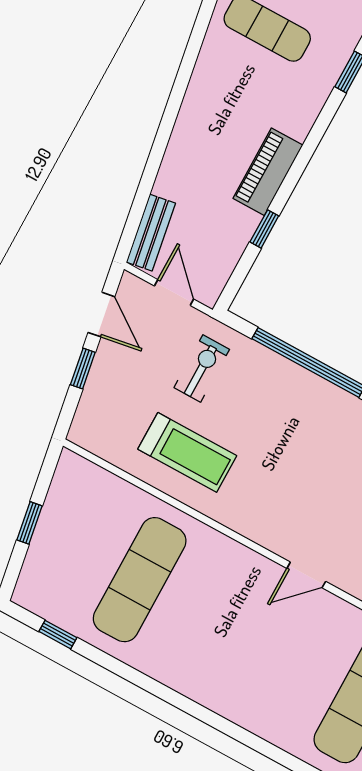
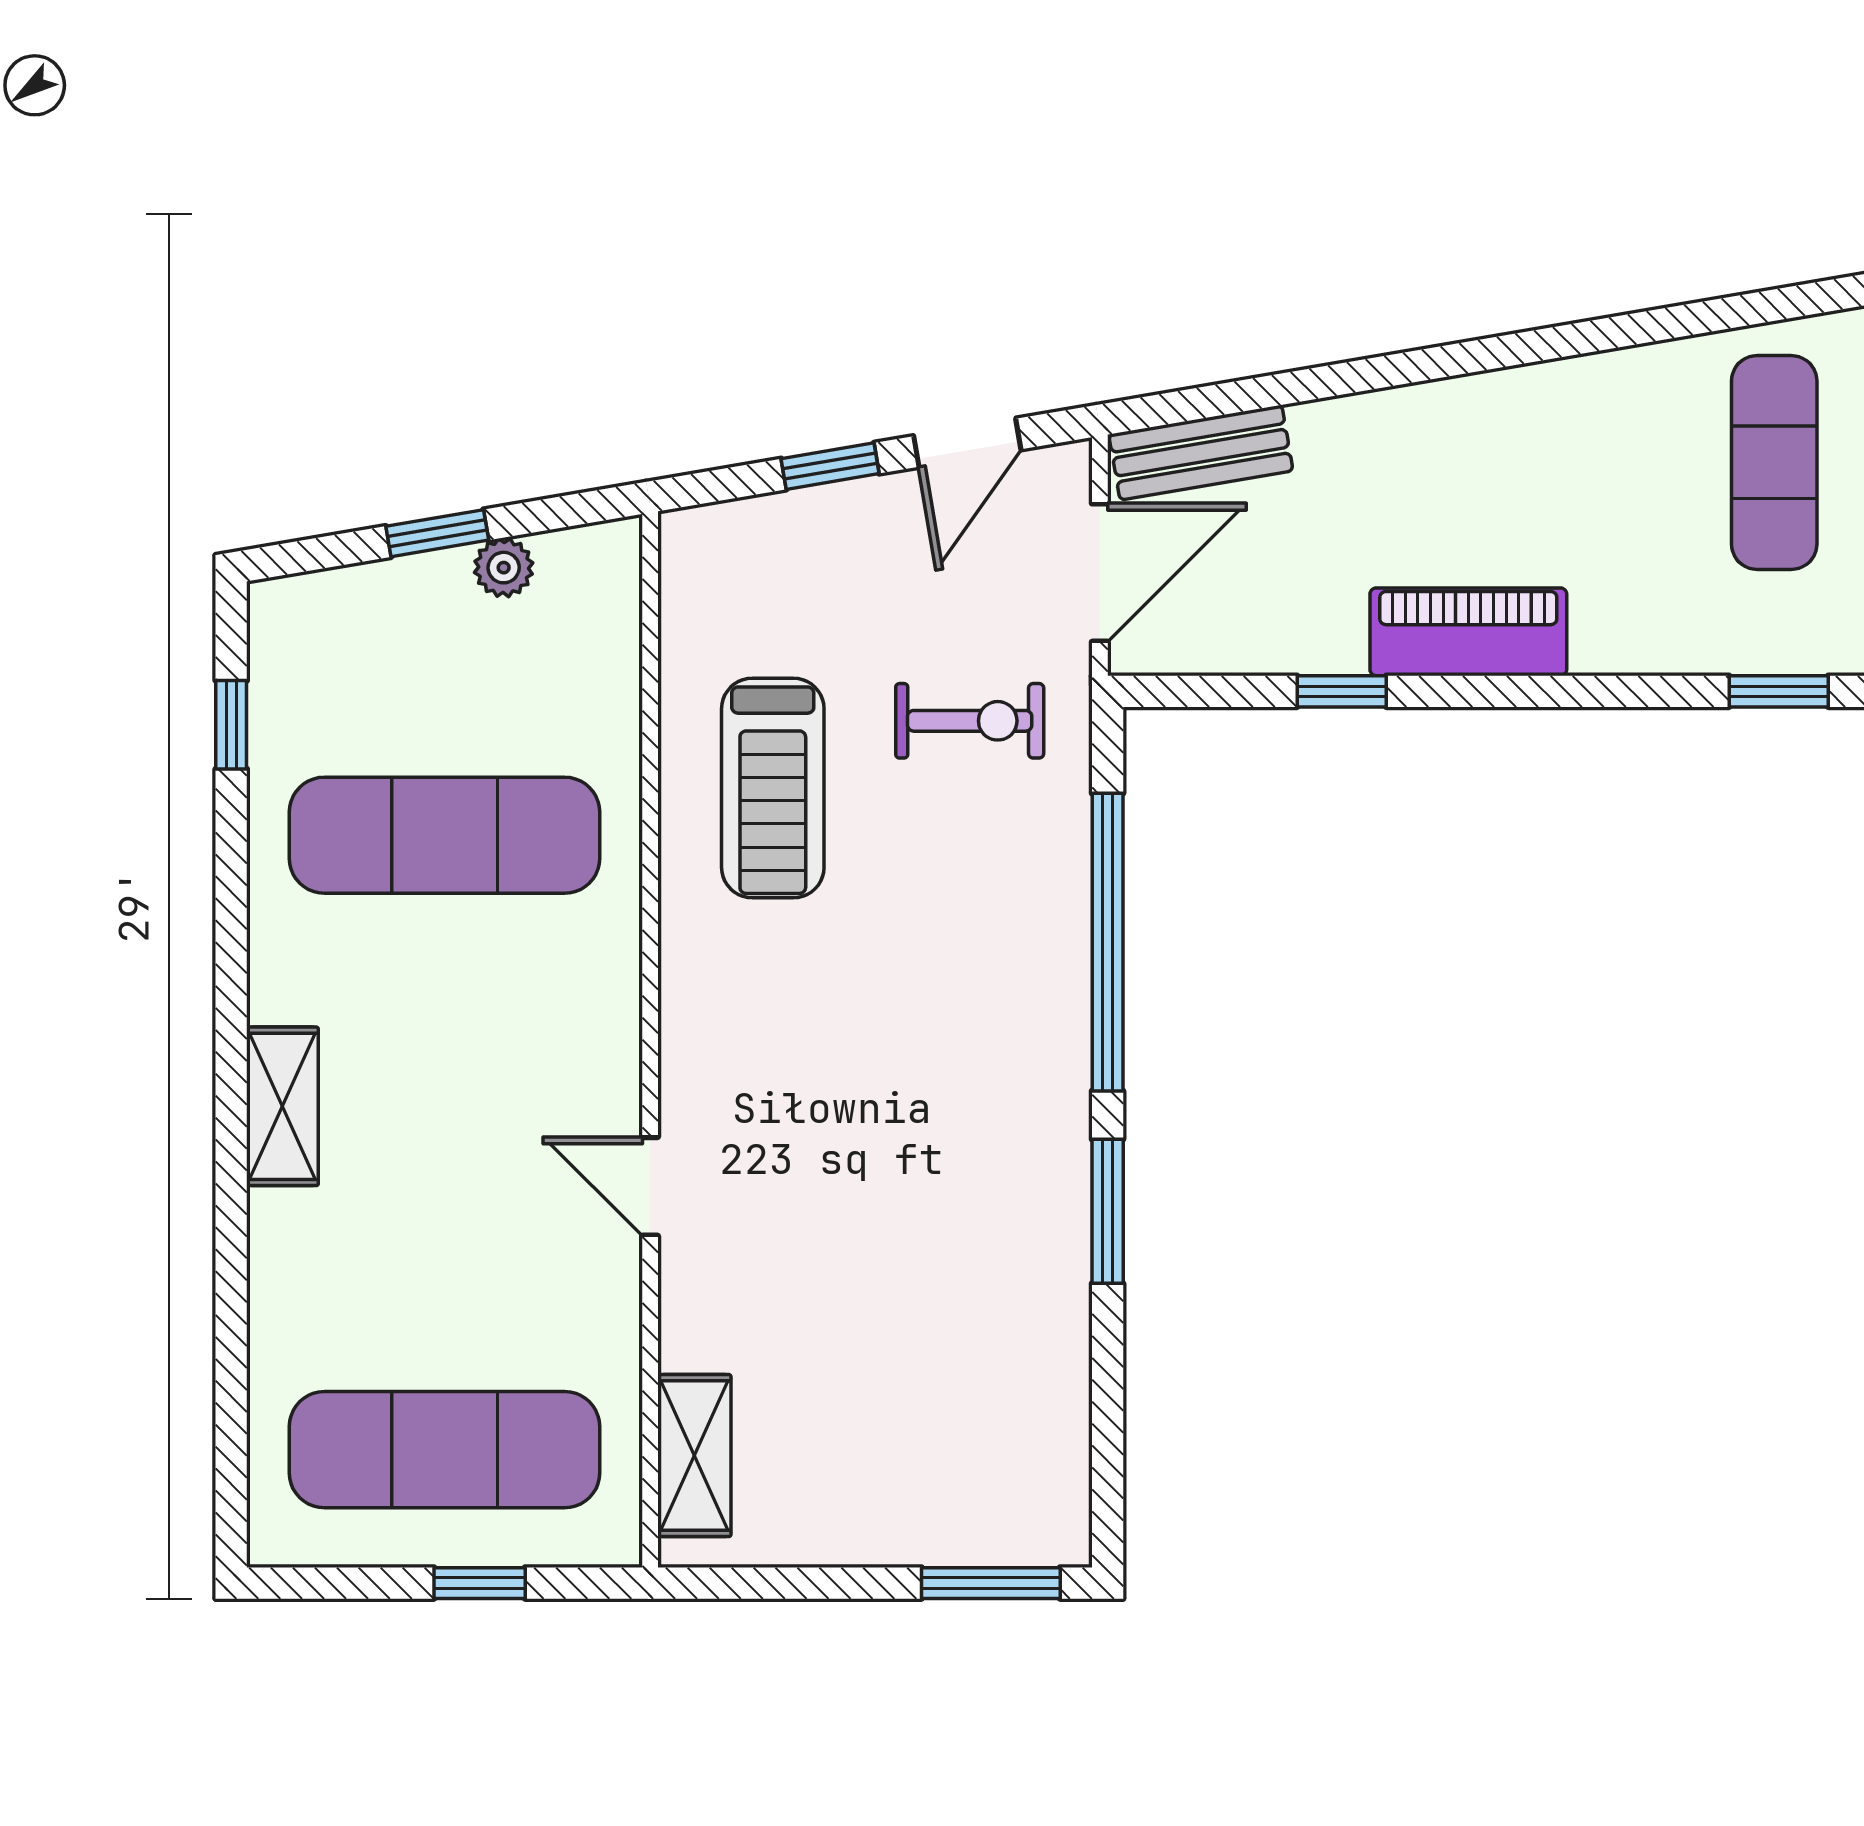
door: (174, 293) -> (1100, 573), width x1.38
plant: (55, 506) -> (504, 568), added
shelving: (205, 691) -> (282, 1106), added

